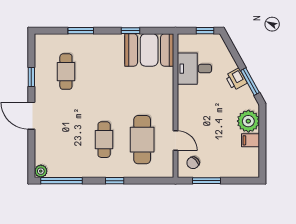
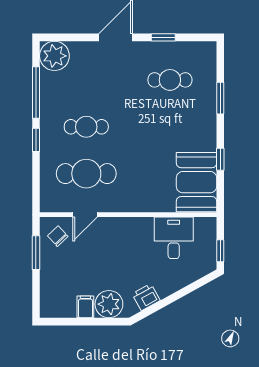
printer: (236, 79) -> (146, 297), moved
window: (250, 82) -> (158, 306), removed
plant: (41, 171) -> (54, 56), width x1.87, depth x1.87
window: (62, 181) -> (36, 92), moved

